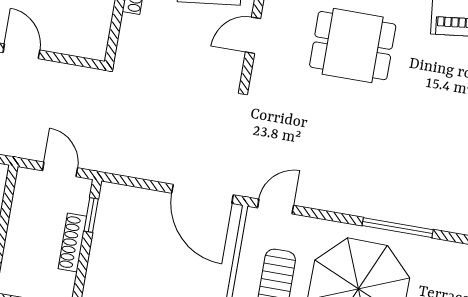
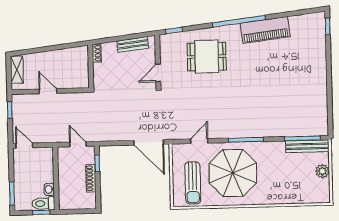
door: (253, 35) -> (158, 73), moved
door: (276, 207) -> (199, 141), moved

